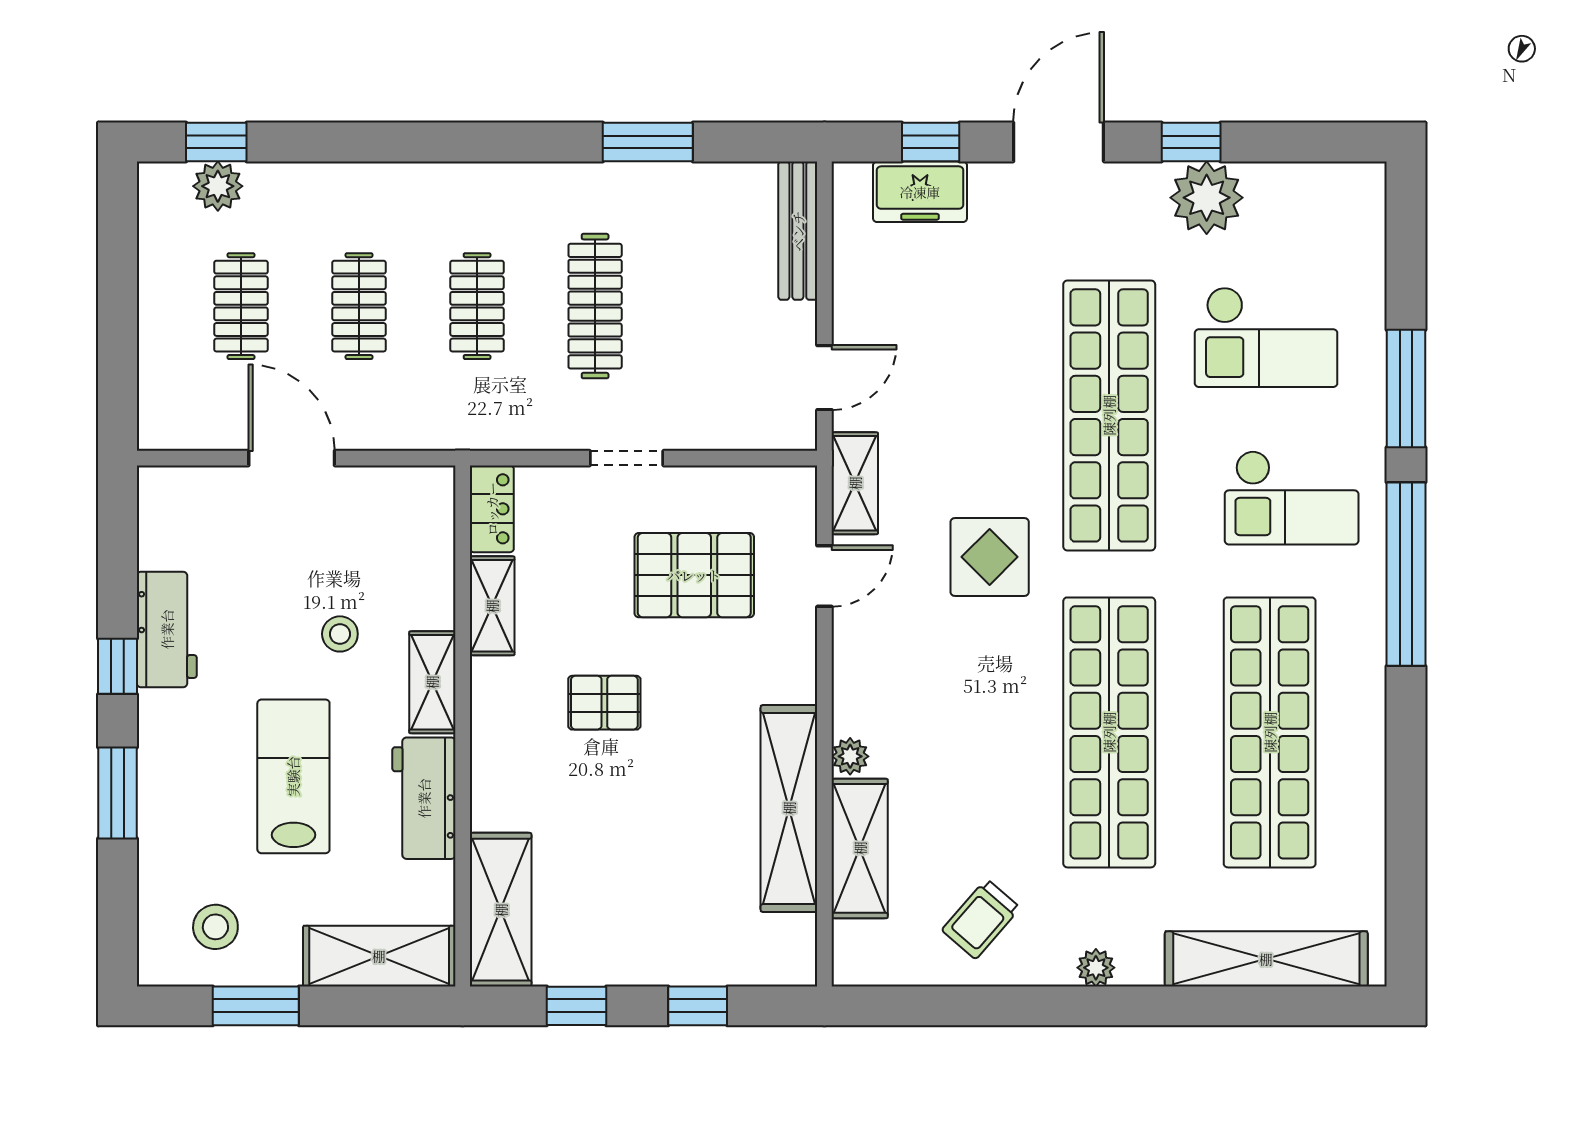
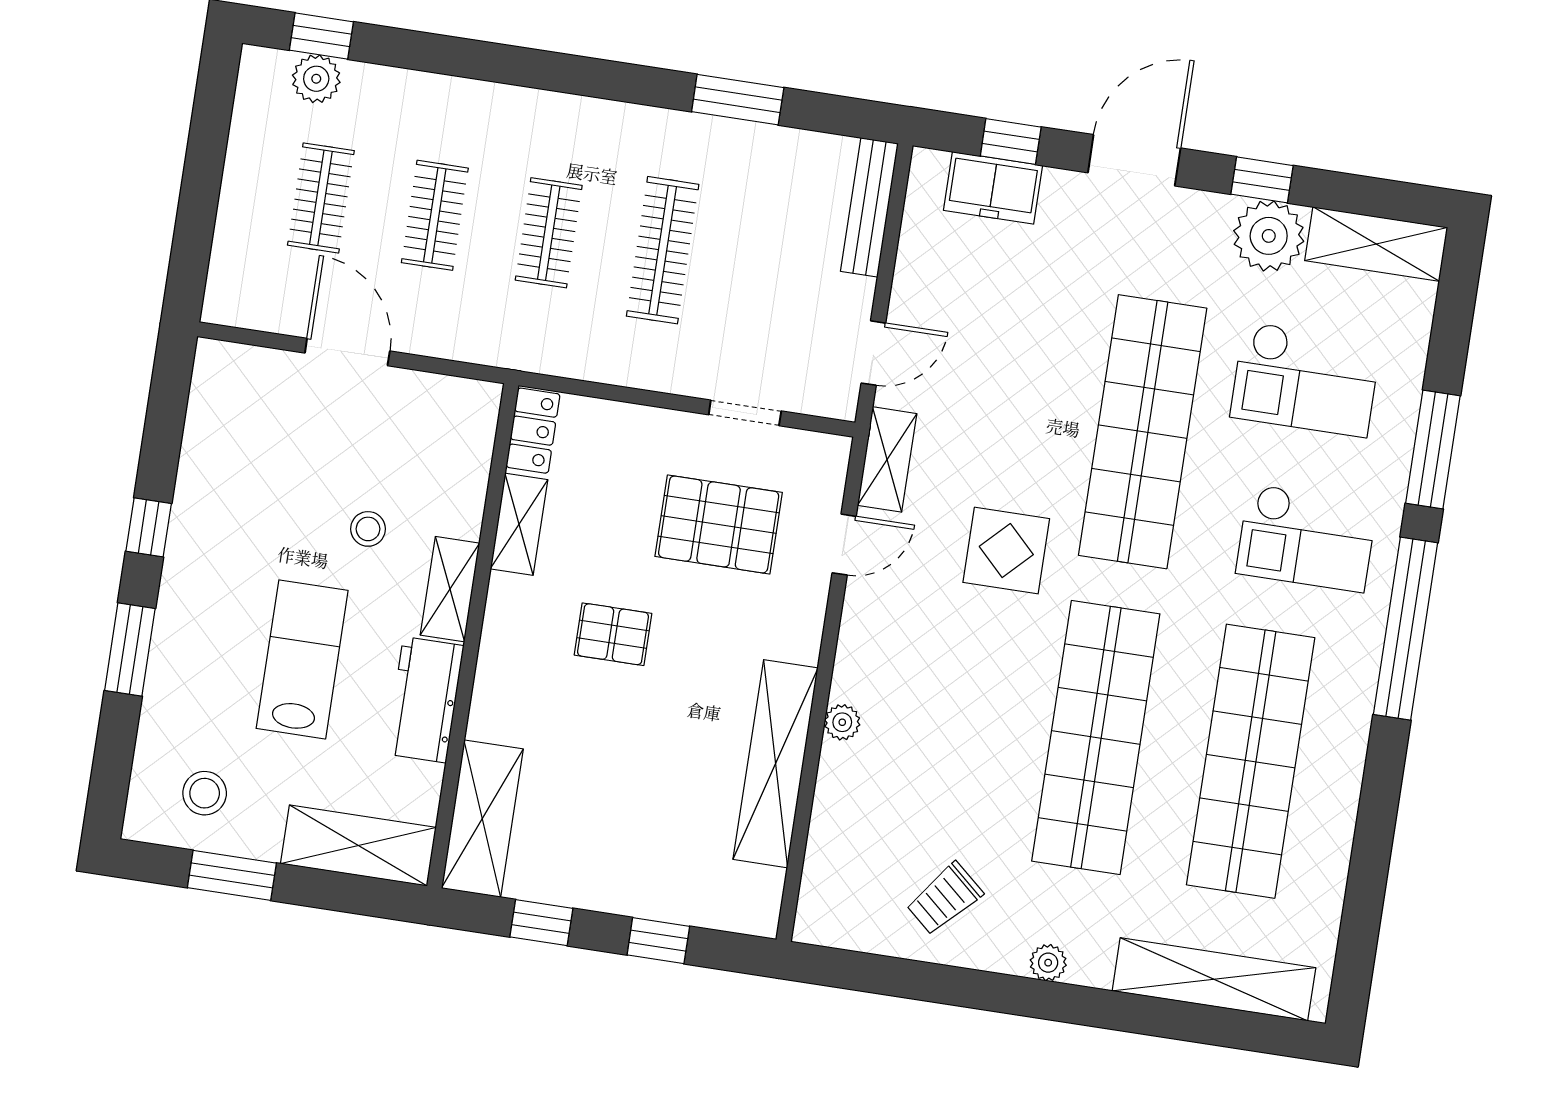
doorway: (627, 458) -> (745, 413), moved
workbench: (167, 629) -> (201, 499), removed
shelving: (860, 848) -> (1376, 244), moved, turned 90

